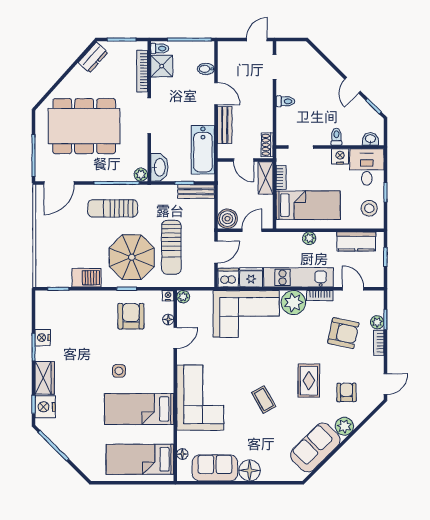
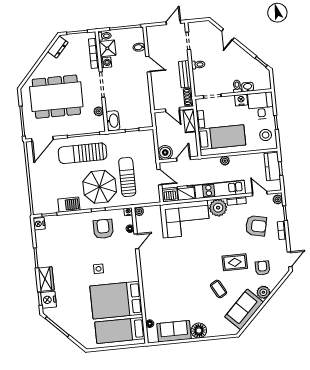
washing machine: (158, 85) -> (106, 62), added
door: (353, 85) -> (228, 34), moved
bench: (225, 125) -> (185, 74), moved
washbasin: (370, 139) -> (248, 87), moved
bathtub: (203, 150) -> (143, 105), removed
plant: (141, 175) -> (99, 111), moved
bench: (196, 192) -> (141, 135), removed
sun lounger: (113, 208) -> (83, 153), width x1.36, depth x1.34
kitchen counter: (356, 241) -> (272, 166), moved, turned 90
sun lounger: (171, 247) -> (127, 177), turned 180
door: (216, 252) -> (159, 177), hinge flipped
plant: (377, 322) -> (278, 199), moved
nightstand: (43, 338) -> (39, 224), moved
rug: (309, 381) -> (235, 262), turned 90
corner sofa: (200, 398) -> (158, 282), removed
coffee table: (264, 400) -> (219, 289), moved
bed: (139, 409) -> (116, 300), width x1.50

